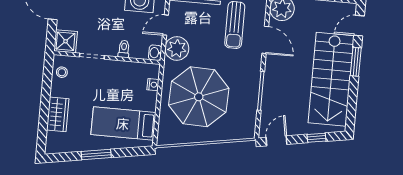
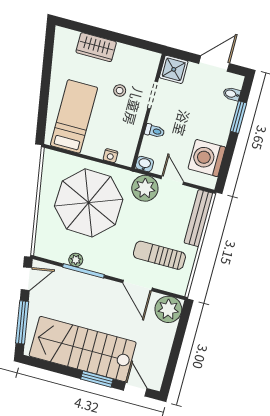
door: (265, 40) -> (137, 285), hinge flipped
stool: (62, 72) -> (120, 91), moved
plant: (252, 99) -> (76, 260), added
window: (317, 138) -> (22, 322), width x2.17
door: (277, 141) -> (26, 279), hinge flipped
window: (96, 155) -> (46, 81), removed

